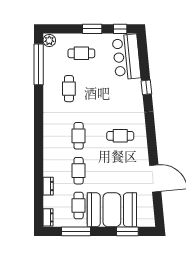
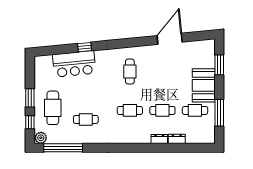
window: (120, 29) -> (30, 122), moved
cafe table: (81, 53) -> (53, 108), width x1.37, depth x1.35
bar counter: (126, 57) -> (74, 64), moved
booth: (112, 210) -> (204, 85), width x0.73, depth x0.70
dresser: (48, 217) -> (159, 139), moved

